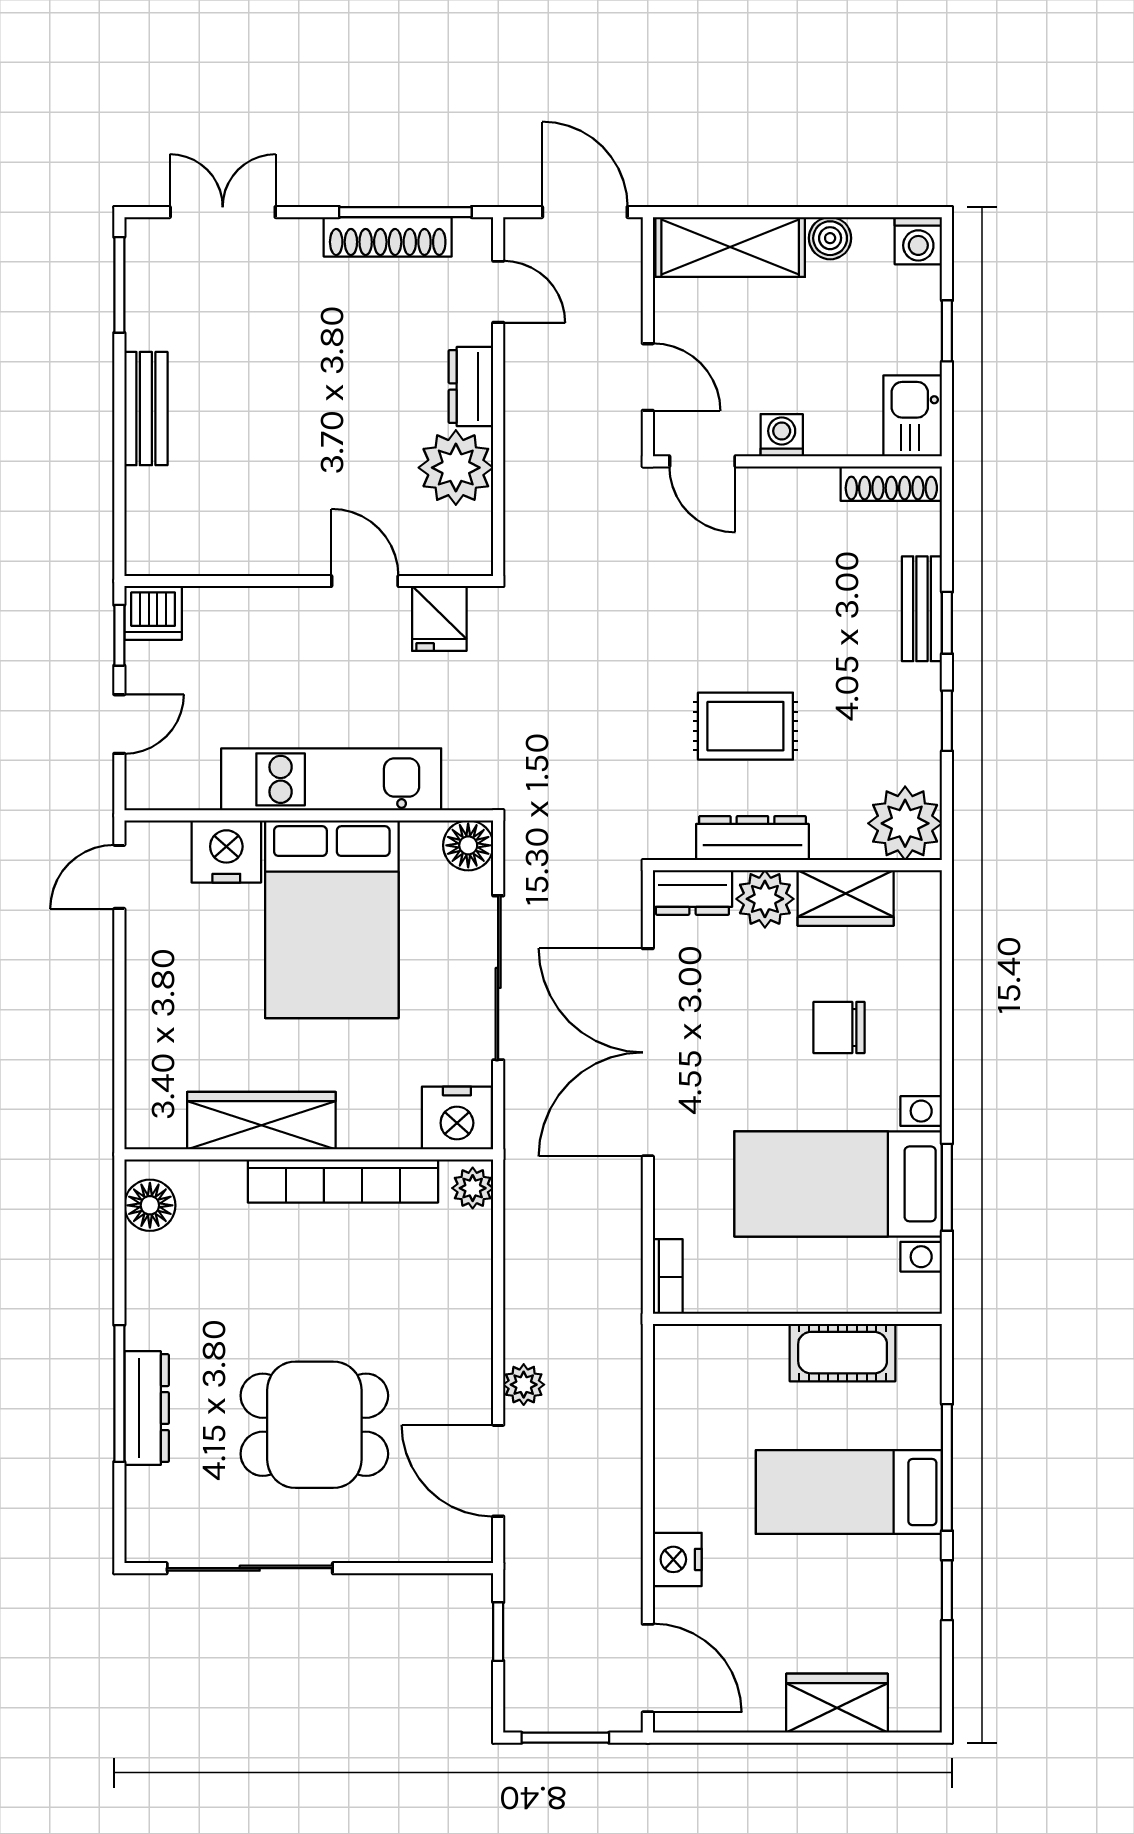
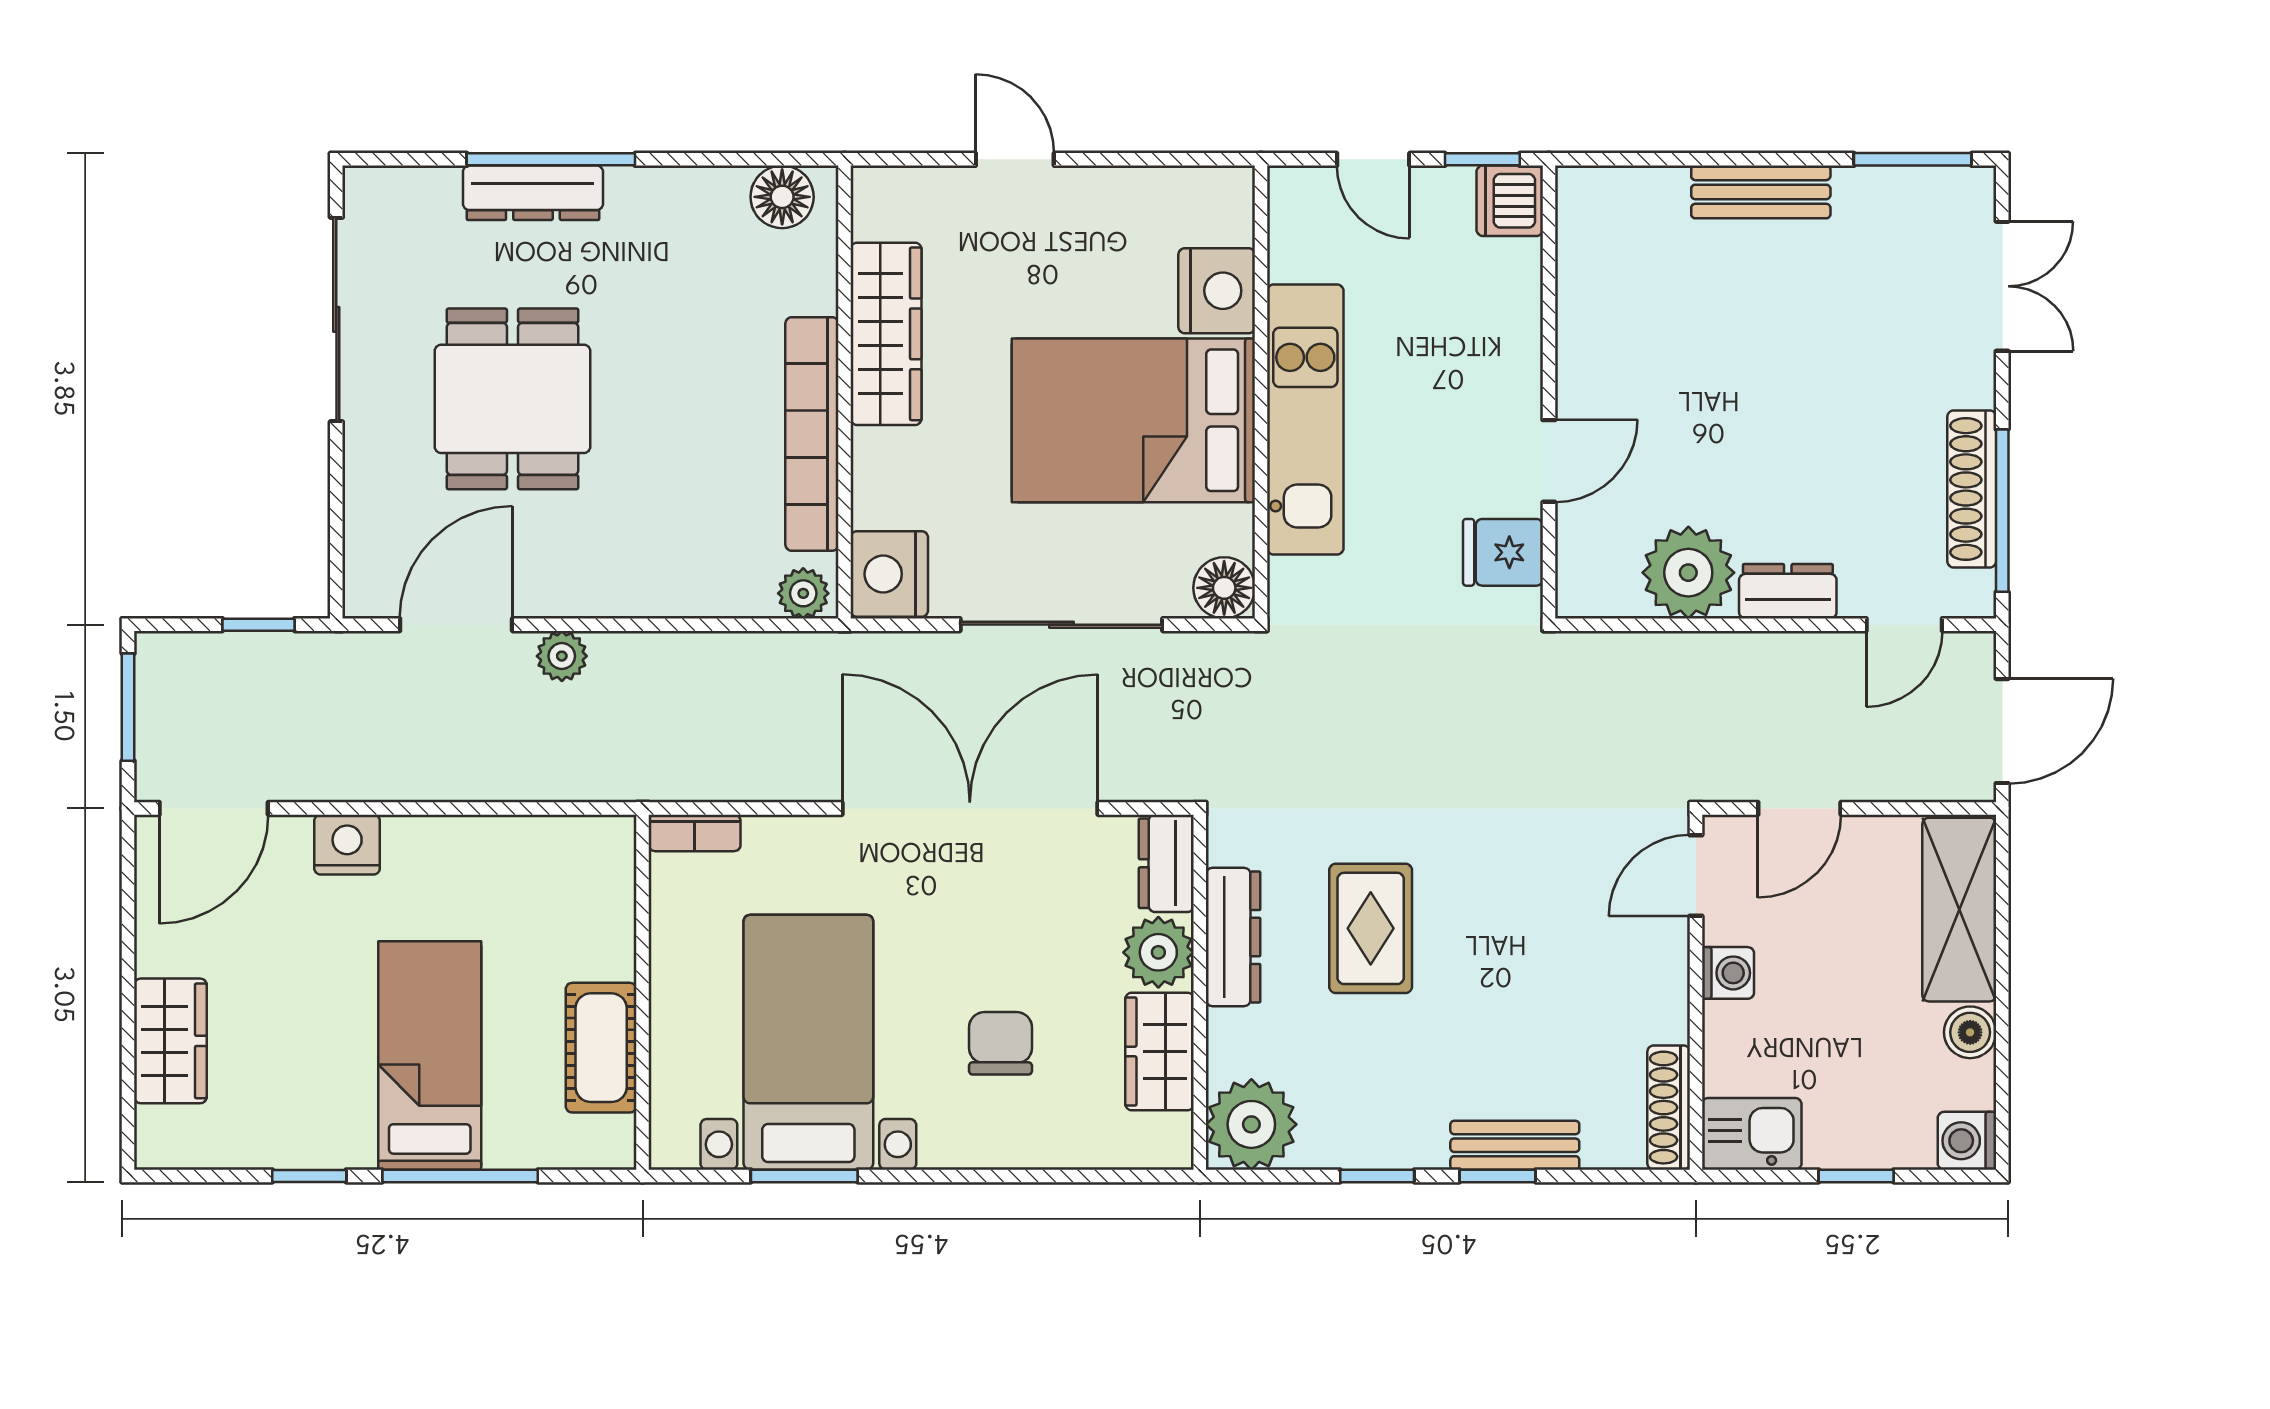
door: (119, 877) -> (1015, 159), moved

